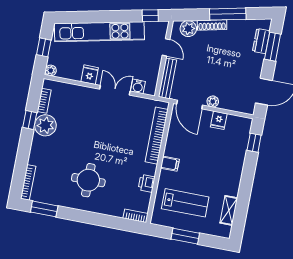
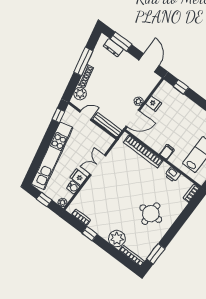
water cooler: (138, 86) -> (73, 187), moved
plant: (45, 125) -> (117, 239), moved

